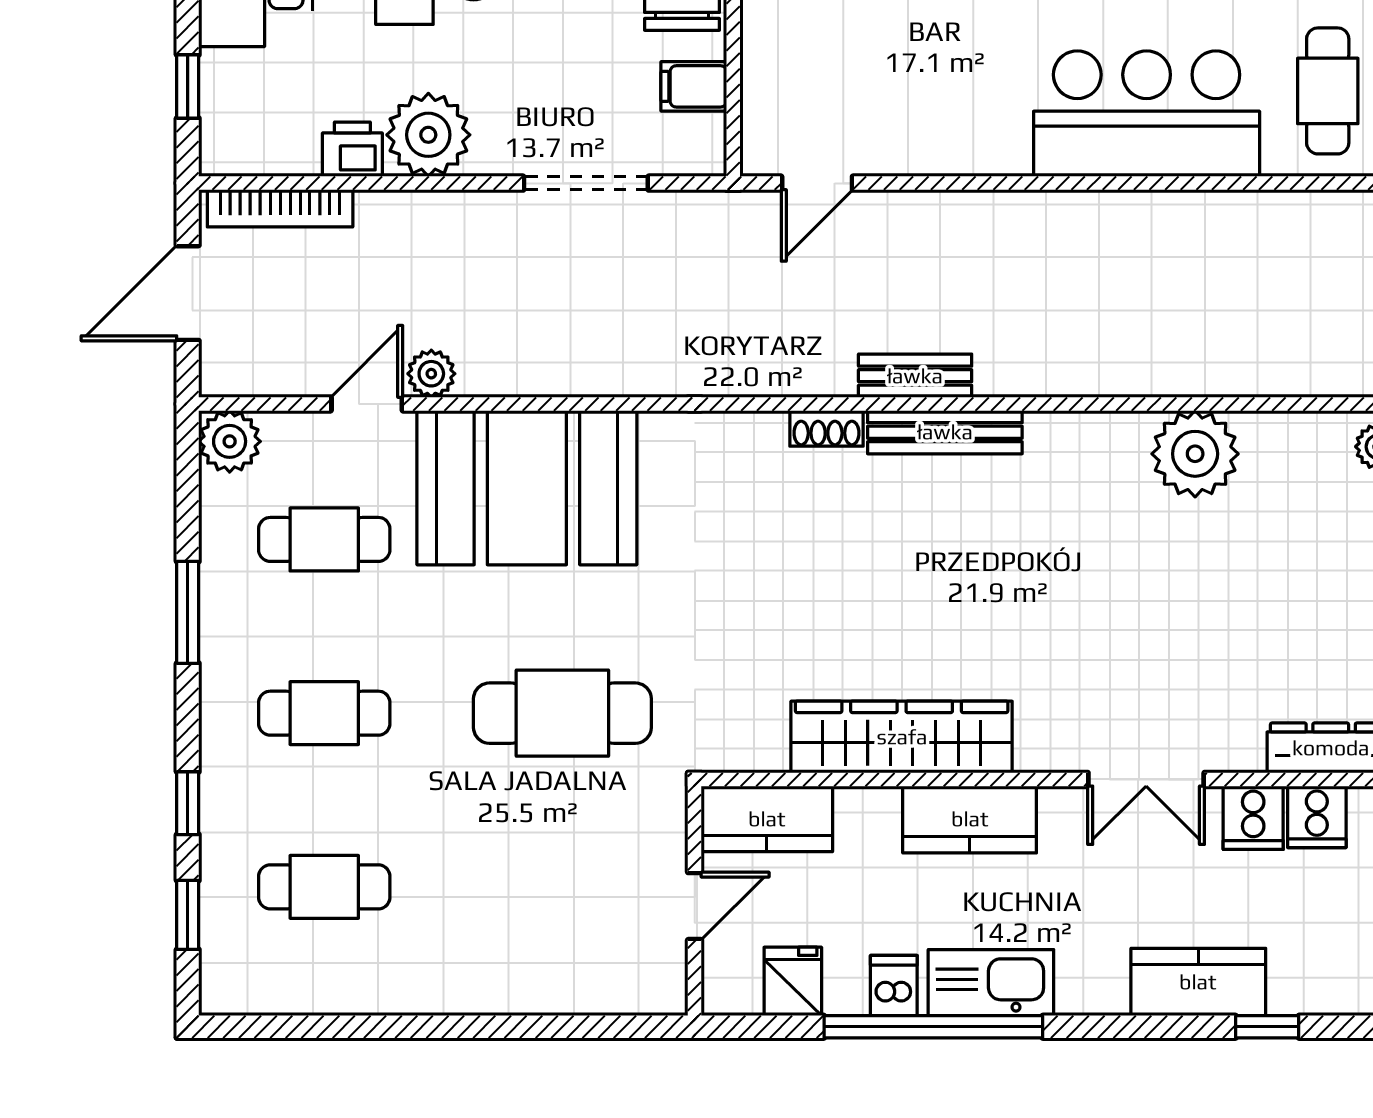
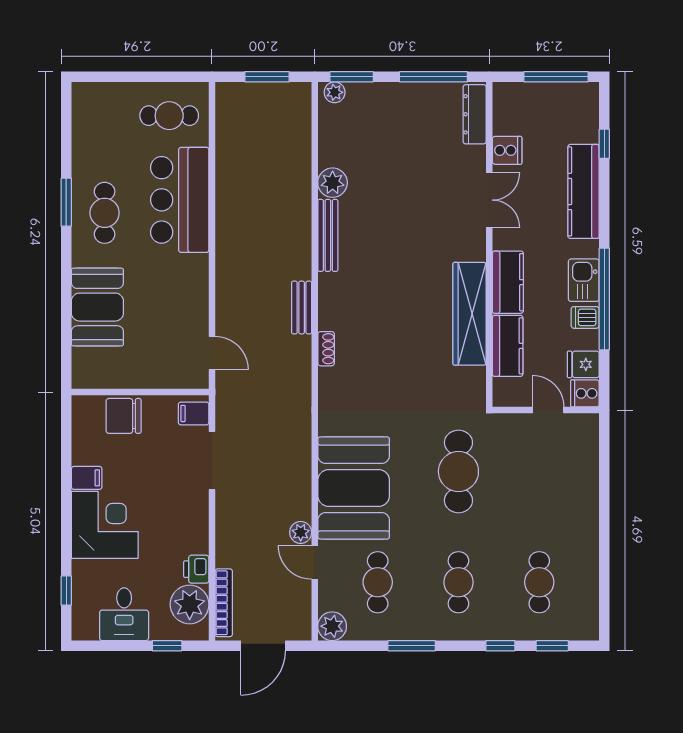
filing cabinet: (694, 86) -> (194, 413), moved, turned 90
plant: (428, 135) -> (190, 604), moved
door: (188, 293) -> (263, 646), hinge flipped
bench: (945, 432) -> (328, 235), moved
plant: (1195, 454) -> (333, 183), width x0.73, depth x0.73
cooker: (1317, 817) -> (585, 393), moved, turned 180
kitchen counter: (767, 819) -> (508, 346), moved
kitchen counter: (1198, 982) -> (584, 191), width x1.50
kitchen sink: (991, 983) -> (584, 280), width x0.73

